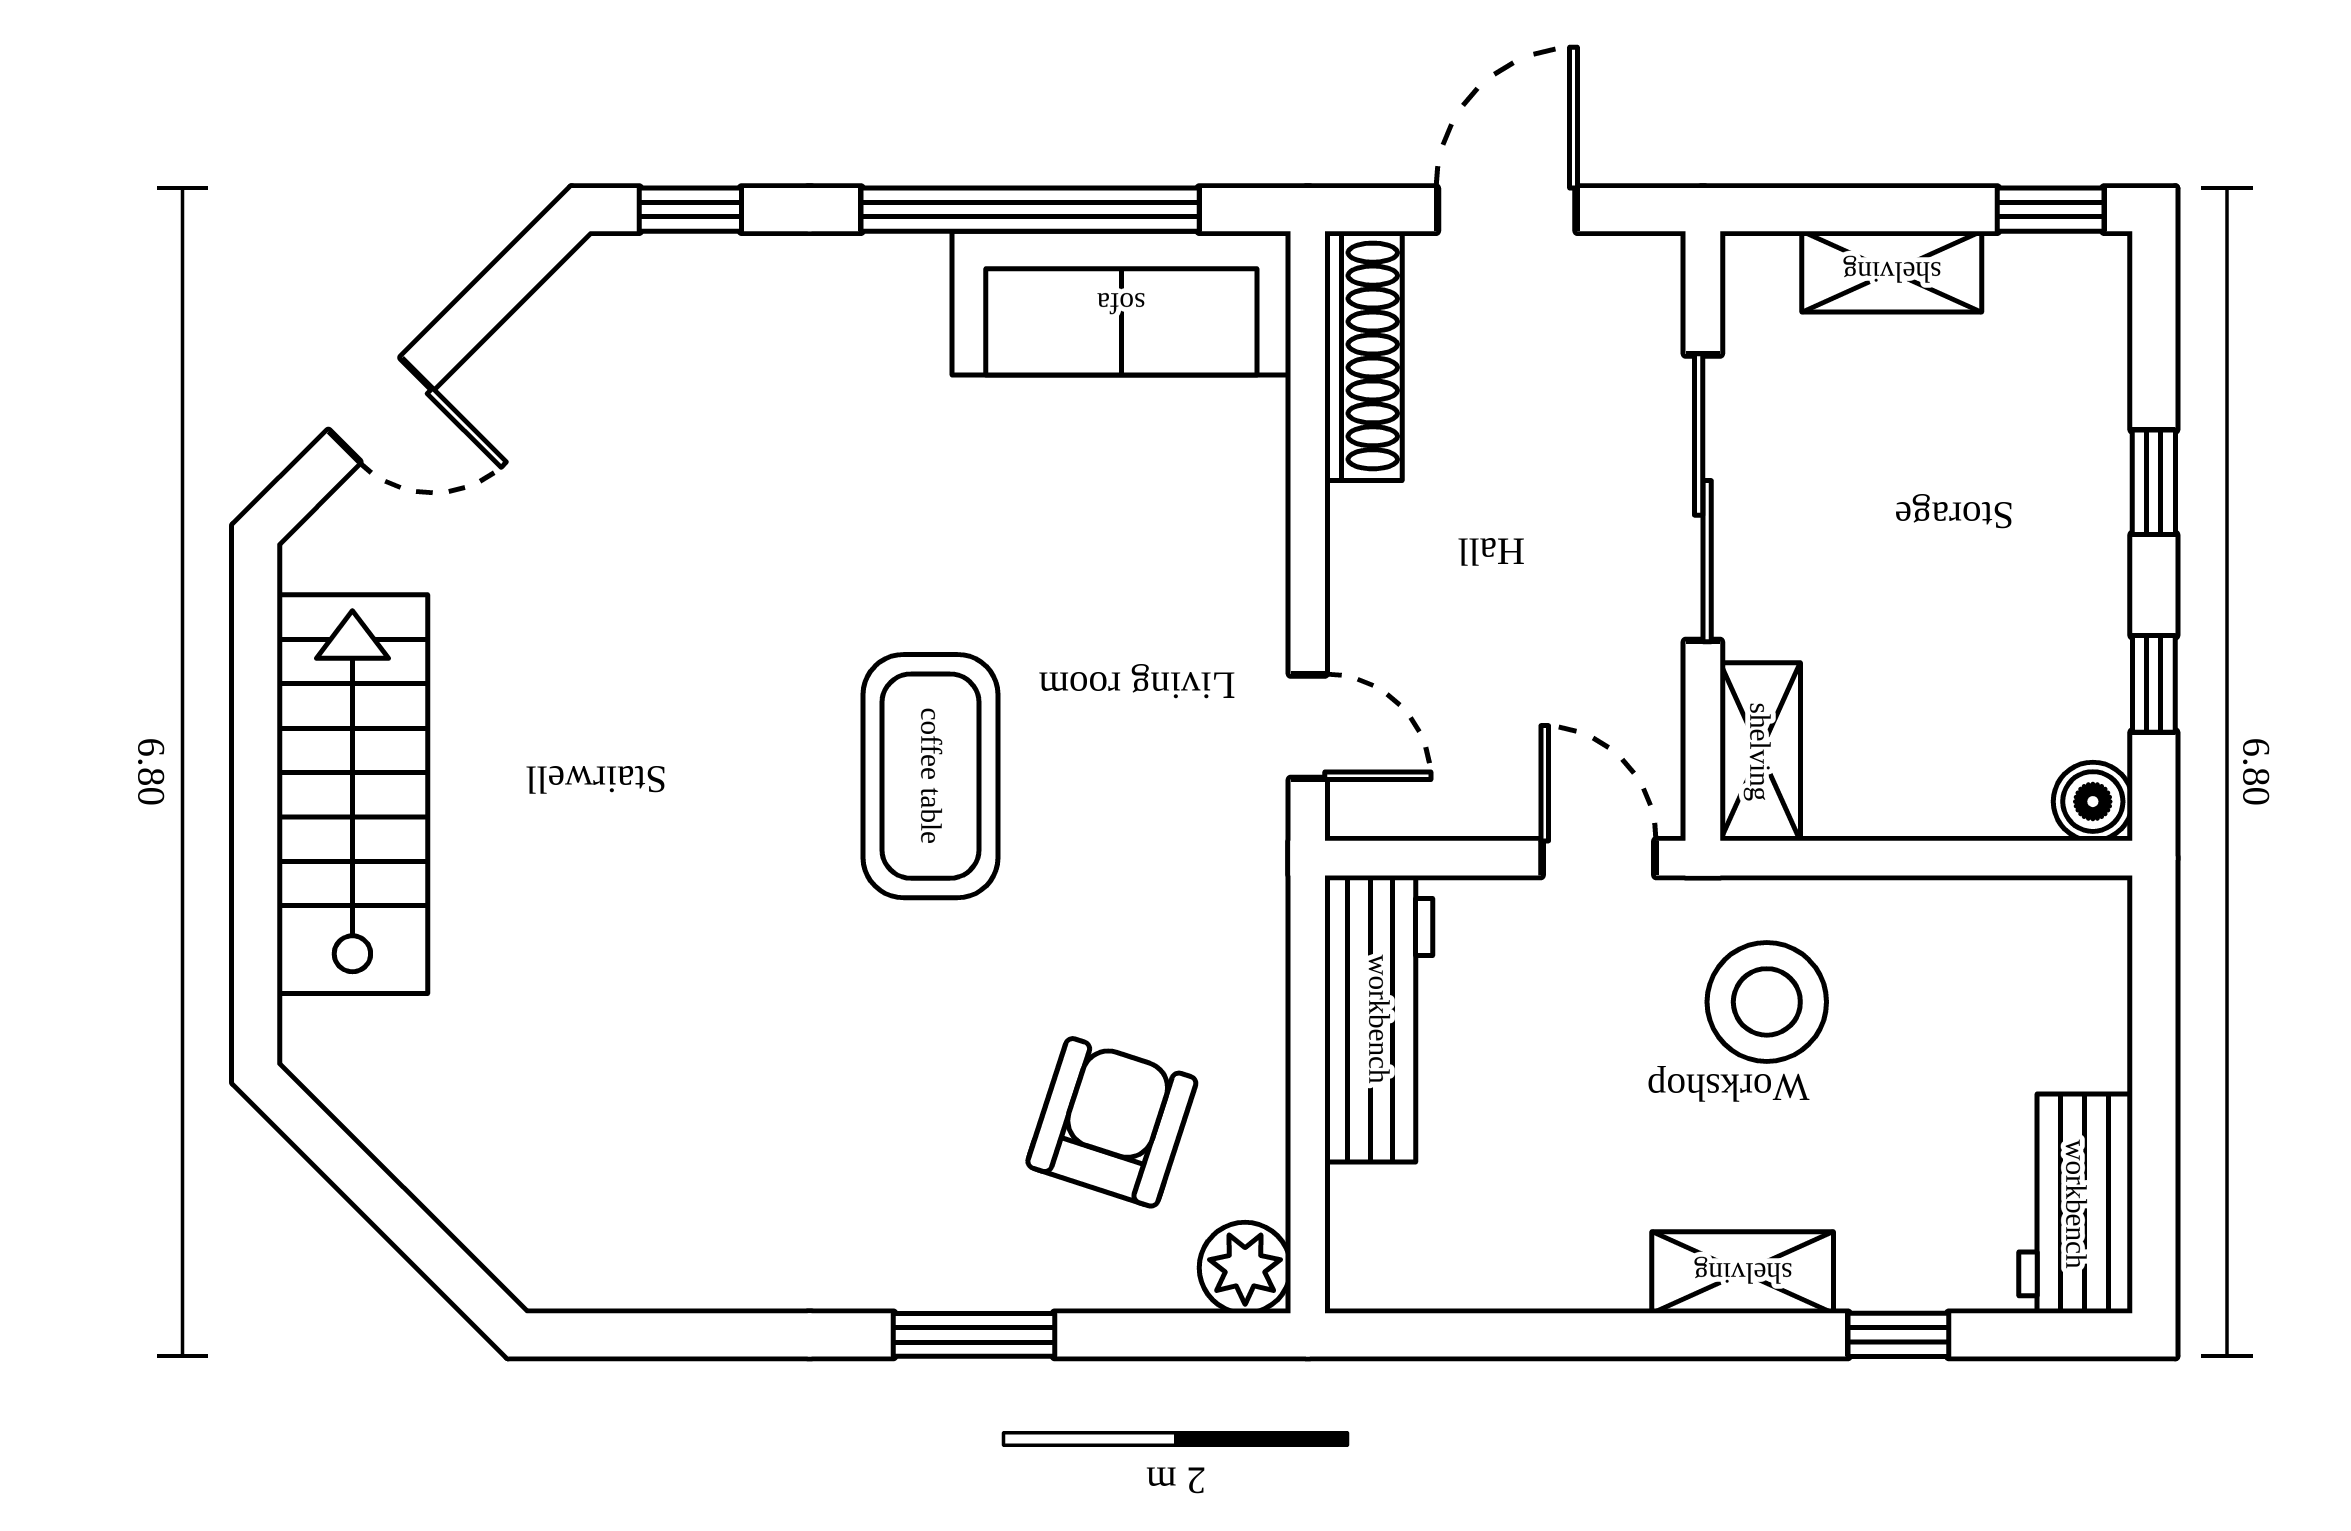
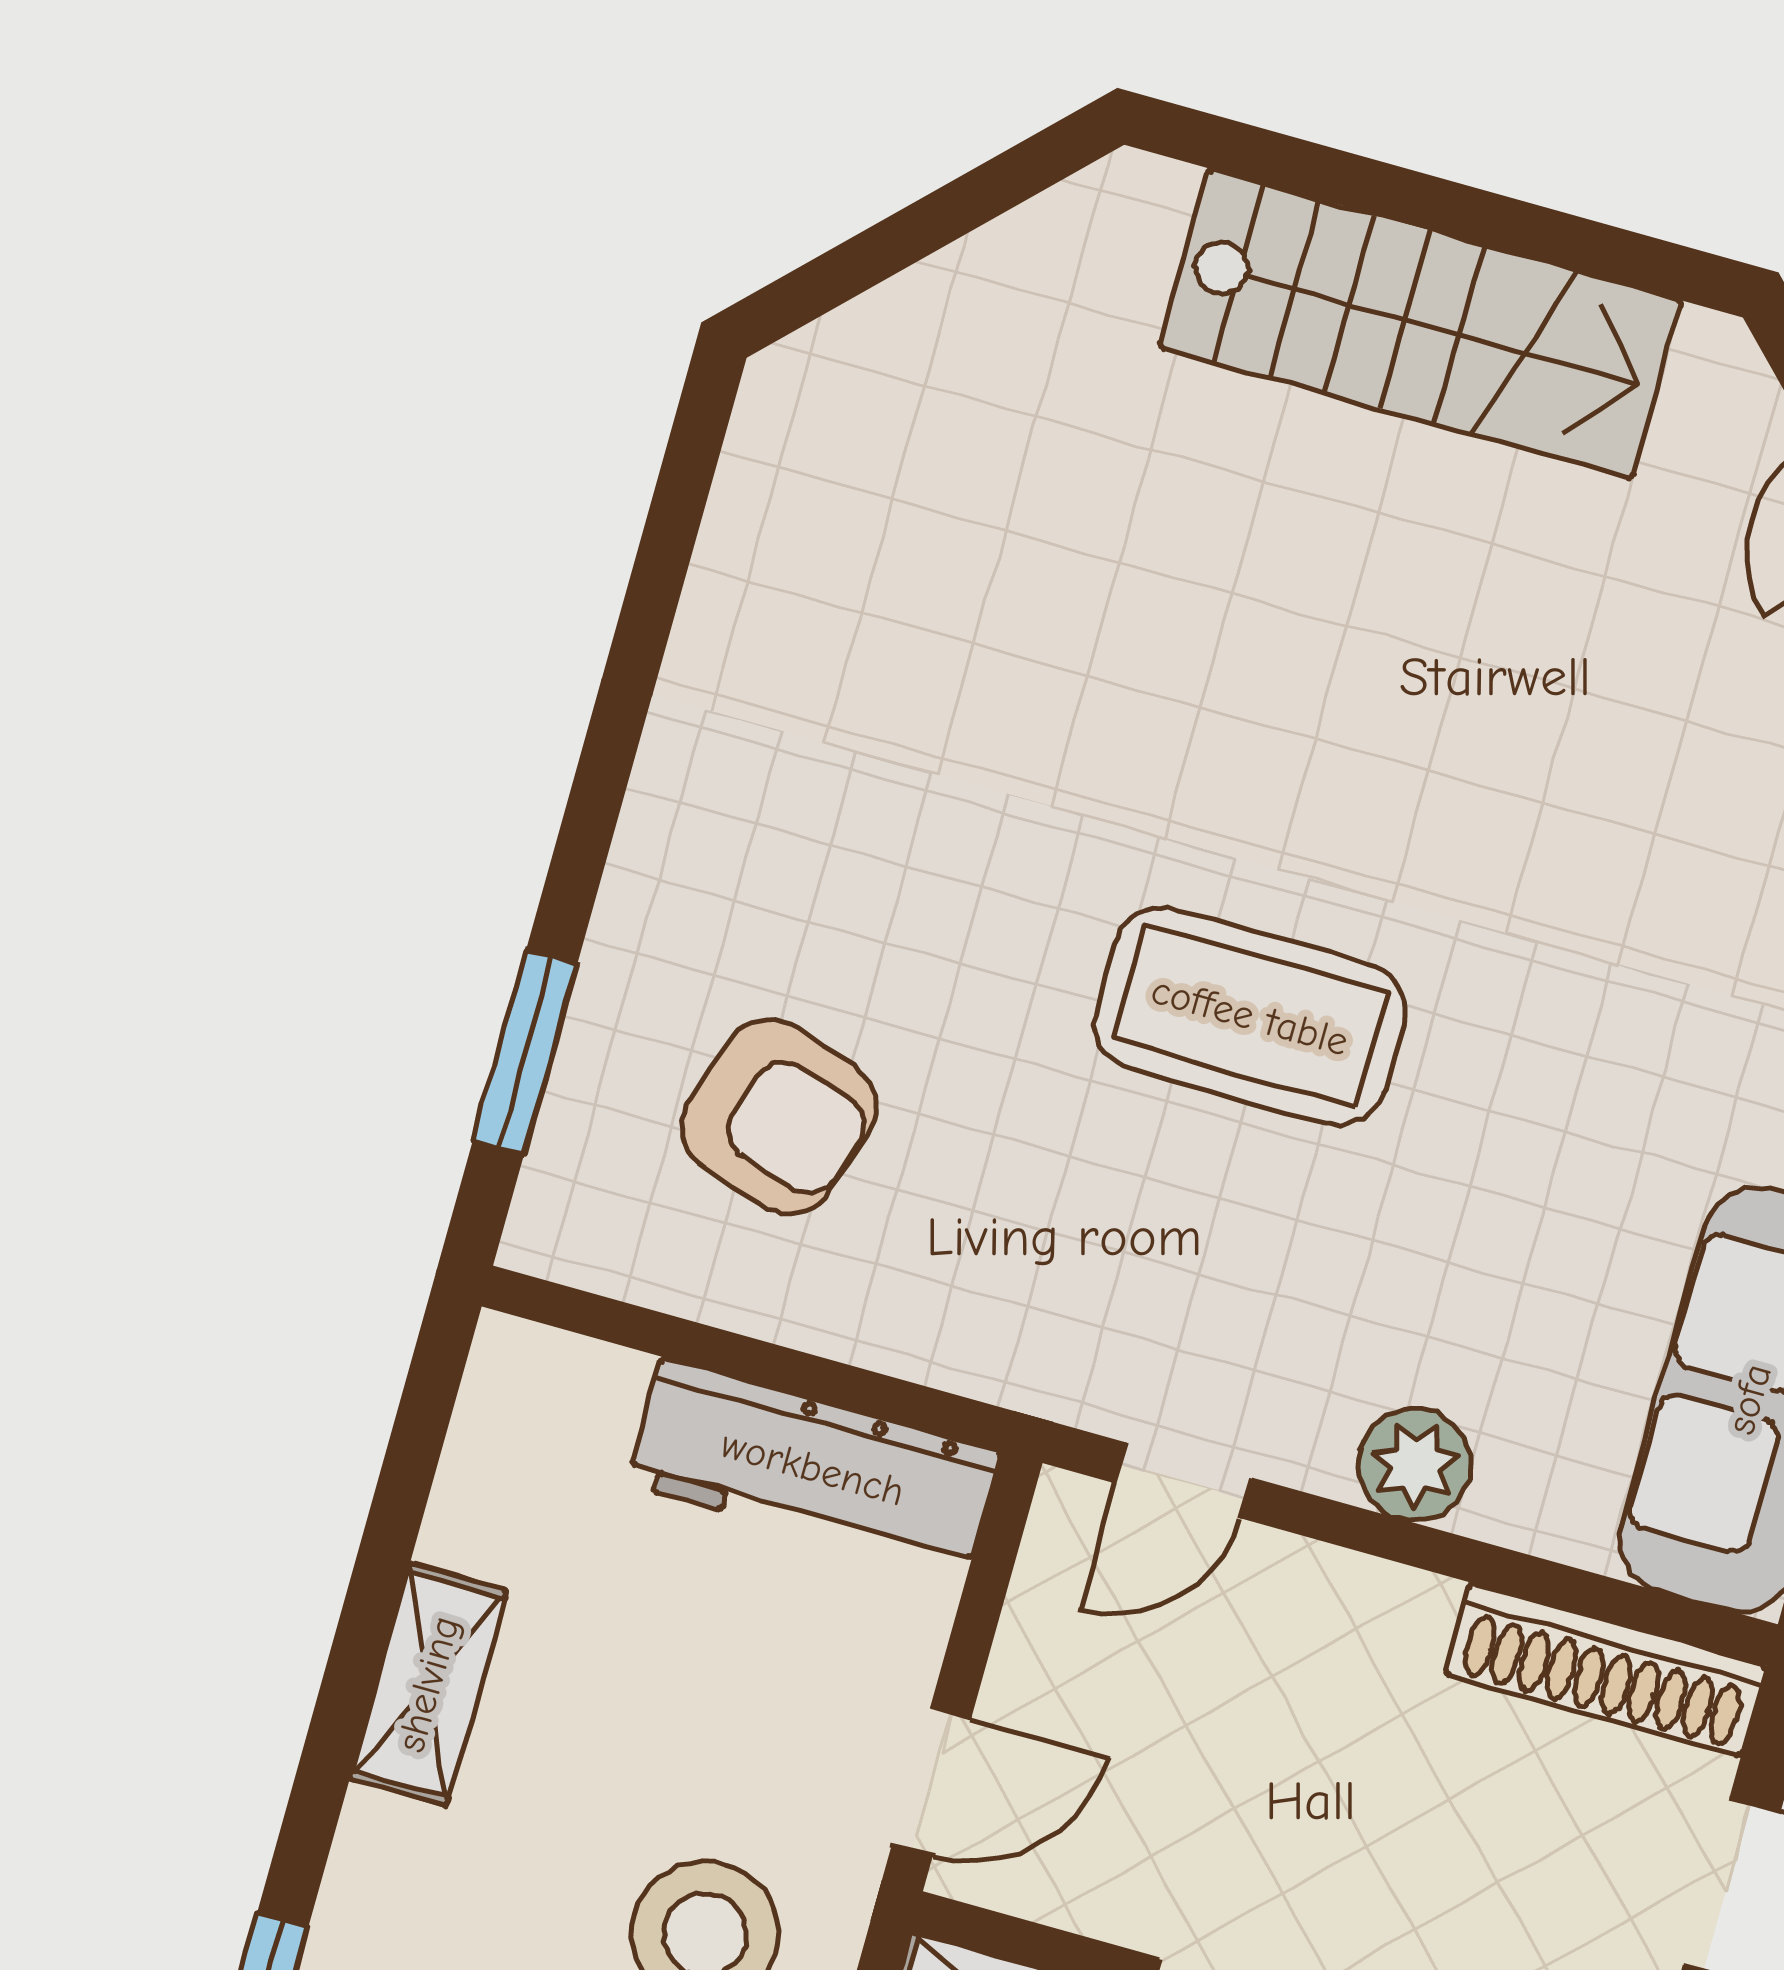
plant: (1245, 1268) -> (1415, 1465), moved
shelving: (1743, 1273) -> (428, 1684), moved
window: (974, 1335) -> (525, 1052), moved

